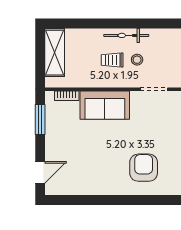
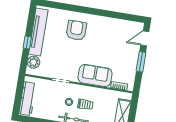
window: (40, 119) -> (141, 62), moved
armchair: (144, 168) -> (76, 30), turned 180

